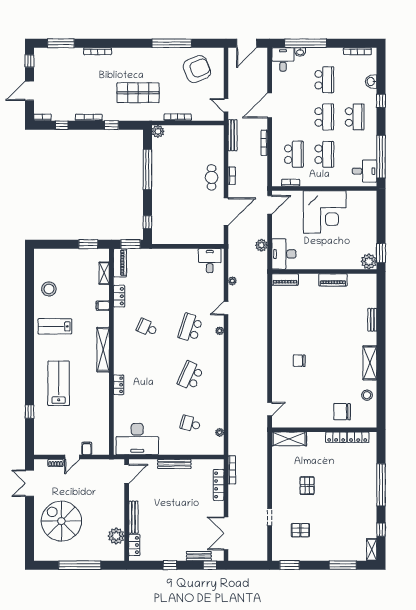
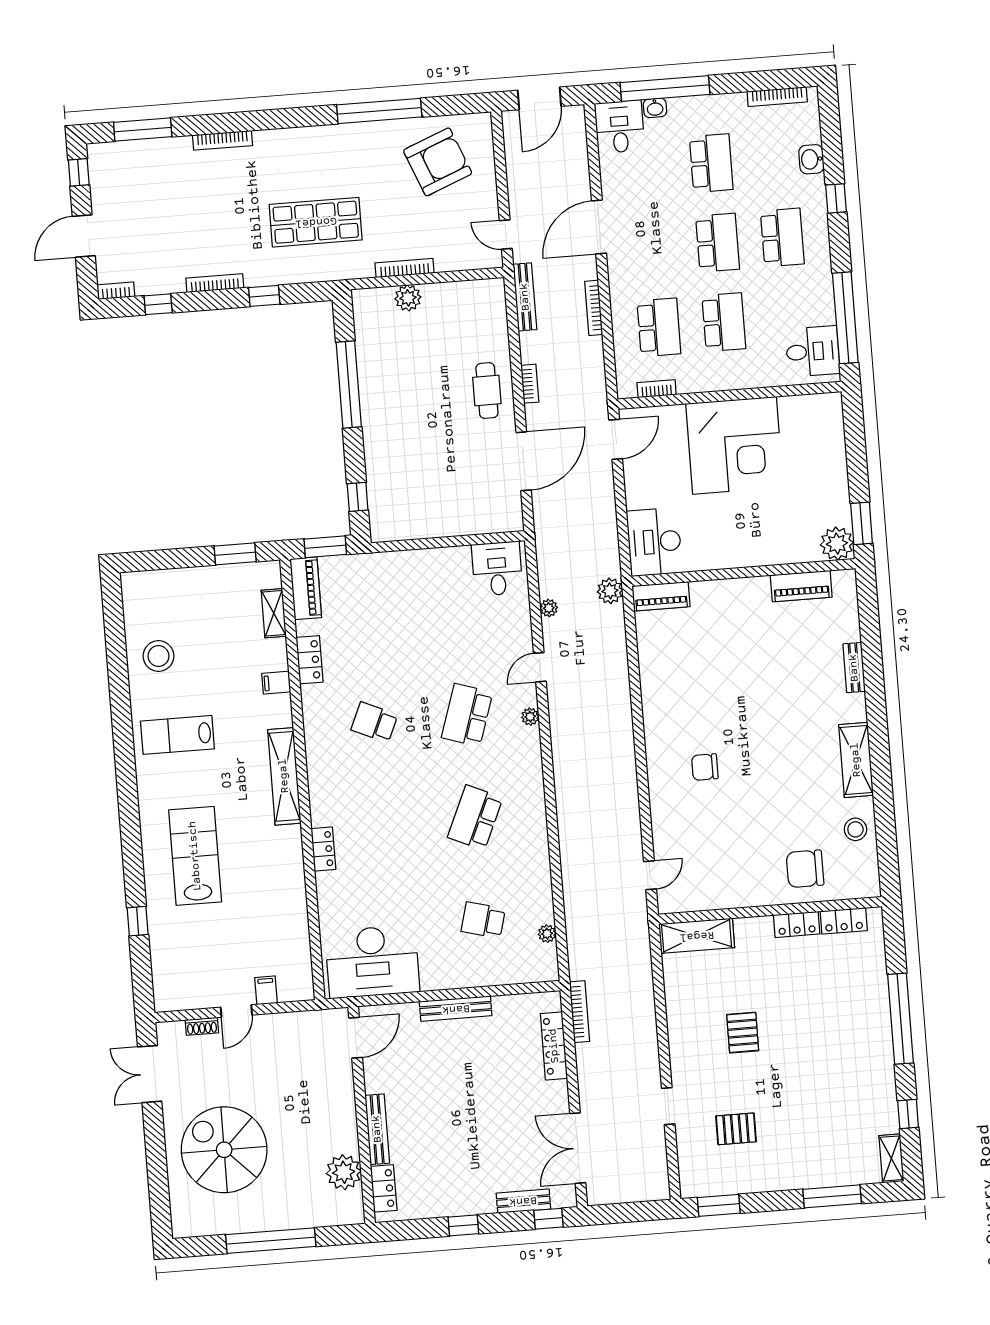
plant: (158, 131) -> (408, 298), moved
plant: (261, 245) -> (610, 591), moved
piano: (333, 280) -> (801, 586), moved

